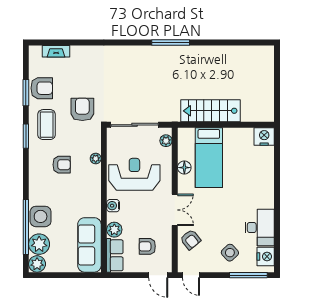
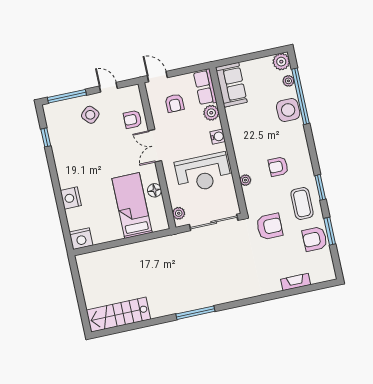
fireplace: (56, 51) -> (296, 282), moved
armchair: (82, 109) -> (269, 226), turned -90
stairs: (210, 111) -> (119, 315), moved, turned 180
desk: (260, 227) -> (66, 146), removed
armchair: (191, 240) -> (133, 119), turned -51
window: (277, 240) -> (46, 137), added
plant: (39, 244) -> (288, 81), width x0.53, depth x0.53
sofa: (89, 245) -> (231, 85), width x0.73
armchair: (147, 246) -> (175, 103), turned 90
nightstand: (266, 257) -> (71, 198), moved
door: (191, 275) -> (108, 87), moved

